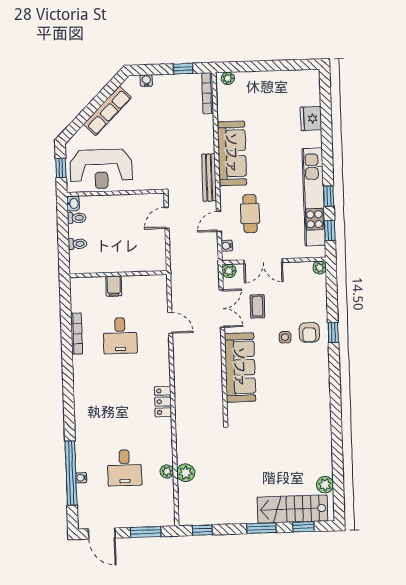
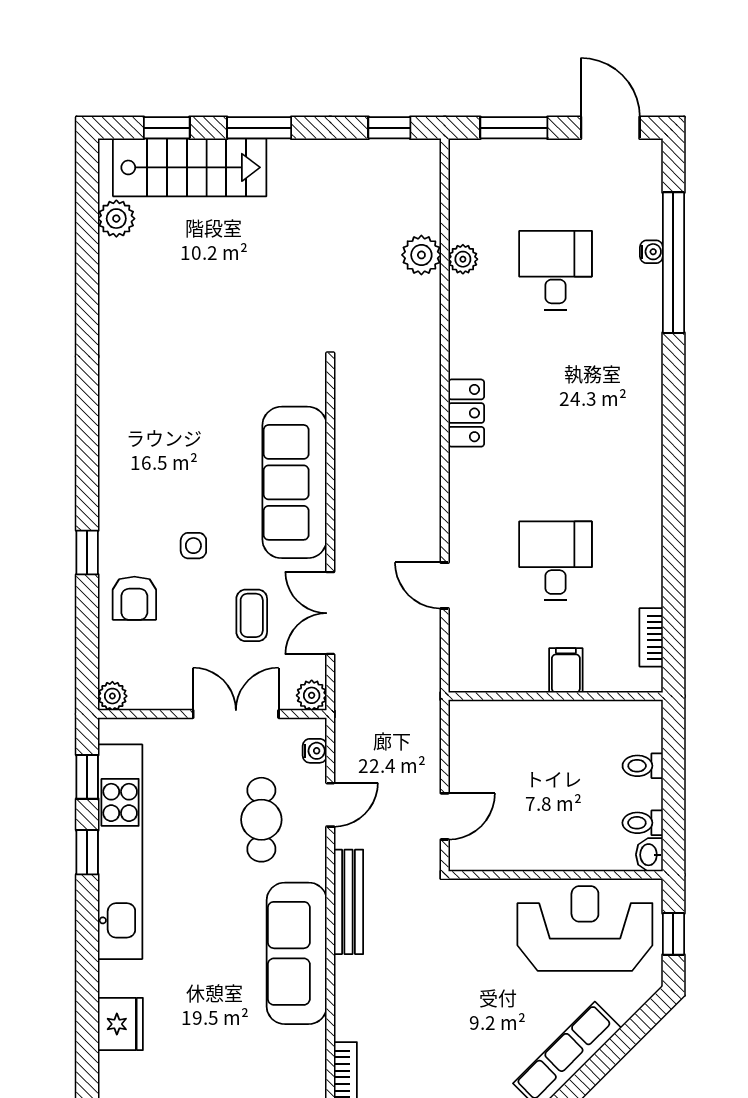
armchair: (309, 332) -> (134, 598), moved, turned 180
bookcase: (77, 334) -> (651, 637), moved, width x0.64

